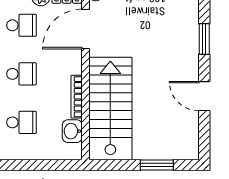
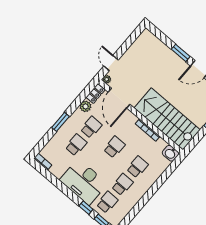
window: (204, 39) -> (181, 53), moved
washbasin: (72, 131) -> (170, 153), moved

